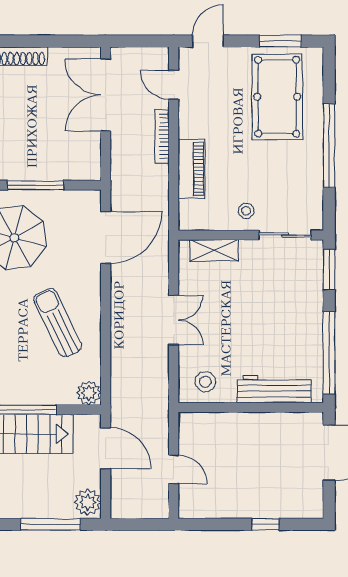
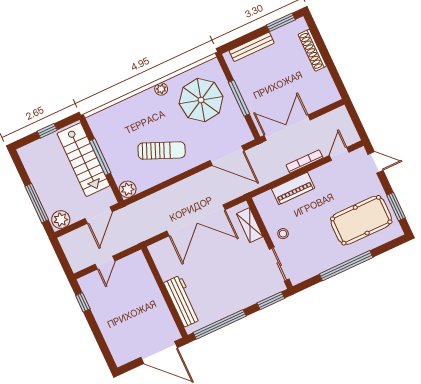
double door: (106, 95) -> (287, 128), moved
double door: (174, 320) -> (196, 220), width x1.87
sun lounger: (58, 323) -> (162, 150), turned 49
stool: (205, 382) -> (167, 257), removed
window: (266, 524) -> (83, 302), moved

